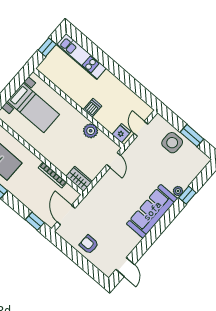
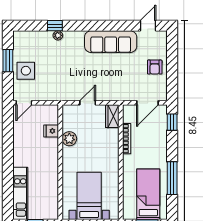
dishwasher: (92, 108) -> (51, 152), removed
door: (141, 129) -> (24, 103), moved
fridge: (121, 133) -> (51, 131), moved
door: (114, 160) -> (88, 103), moved
sofa: (152, 211) -> (111, 42), moved

